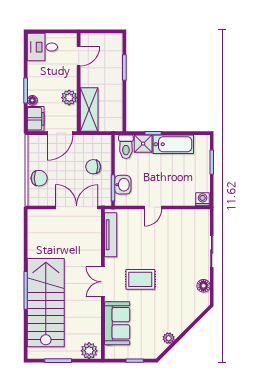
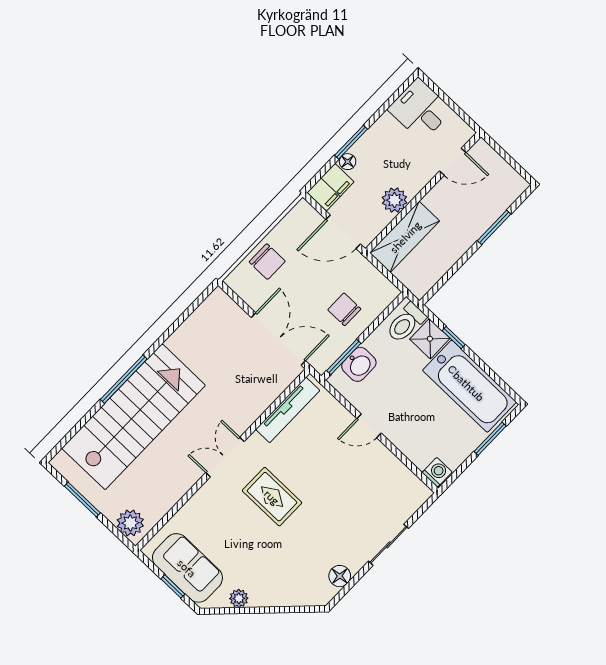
bathtub: (173, 144) -> (469, 386), width x1.36, depth x1.36
sofa: (117, 323) -> (187, 568), moved, turned -90

